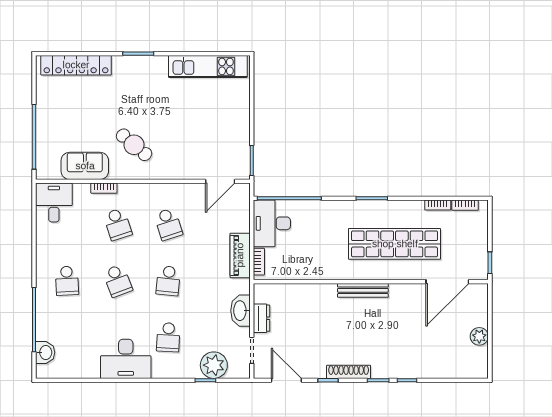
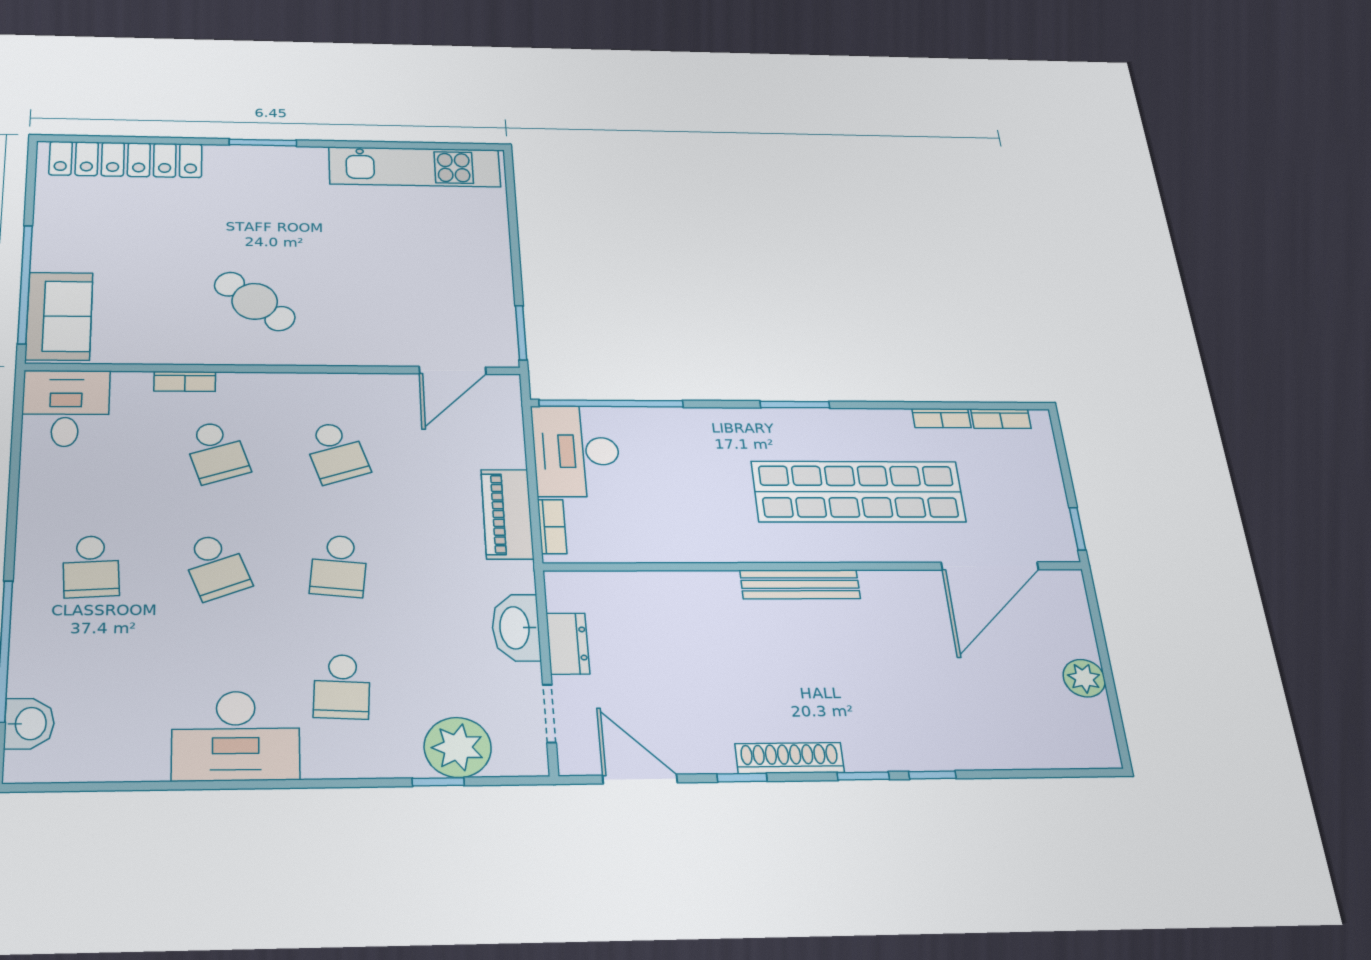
sofa: (85, 166) -> (59, 316), moved, turned 90

